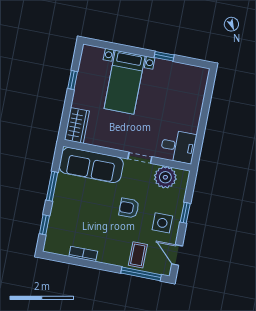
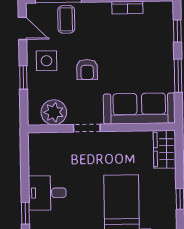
window: (208, 96) -> (25, 213), added
desk: (178, 146) -> (47, 193), moved
armchair: (129, 208) -> (87, 70), turned 90

